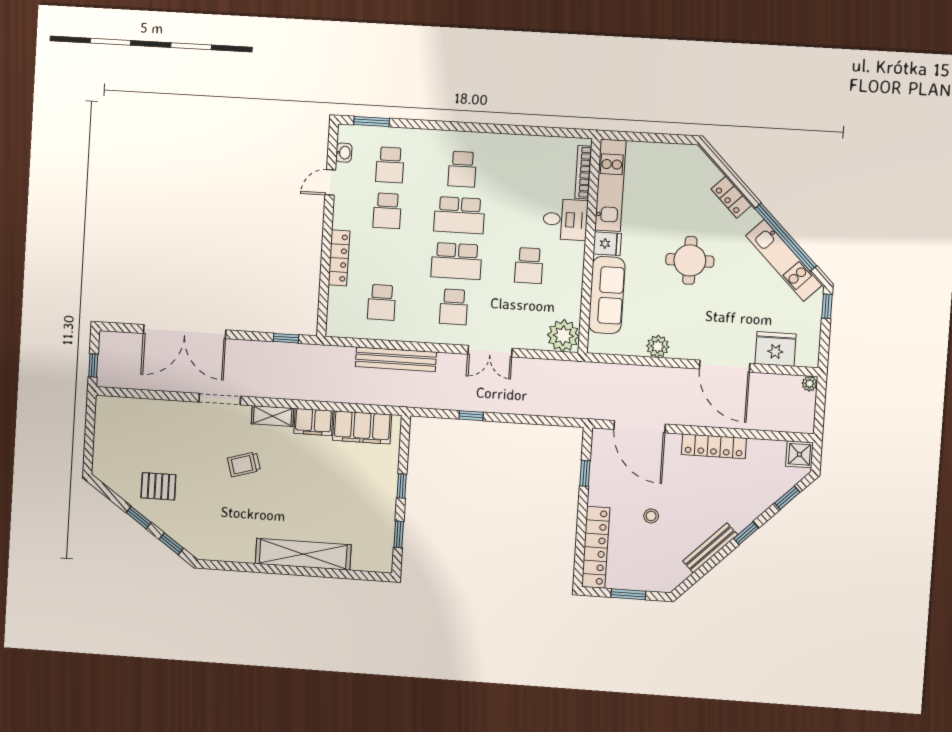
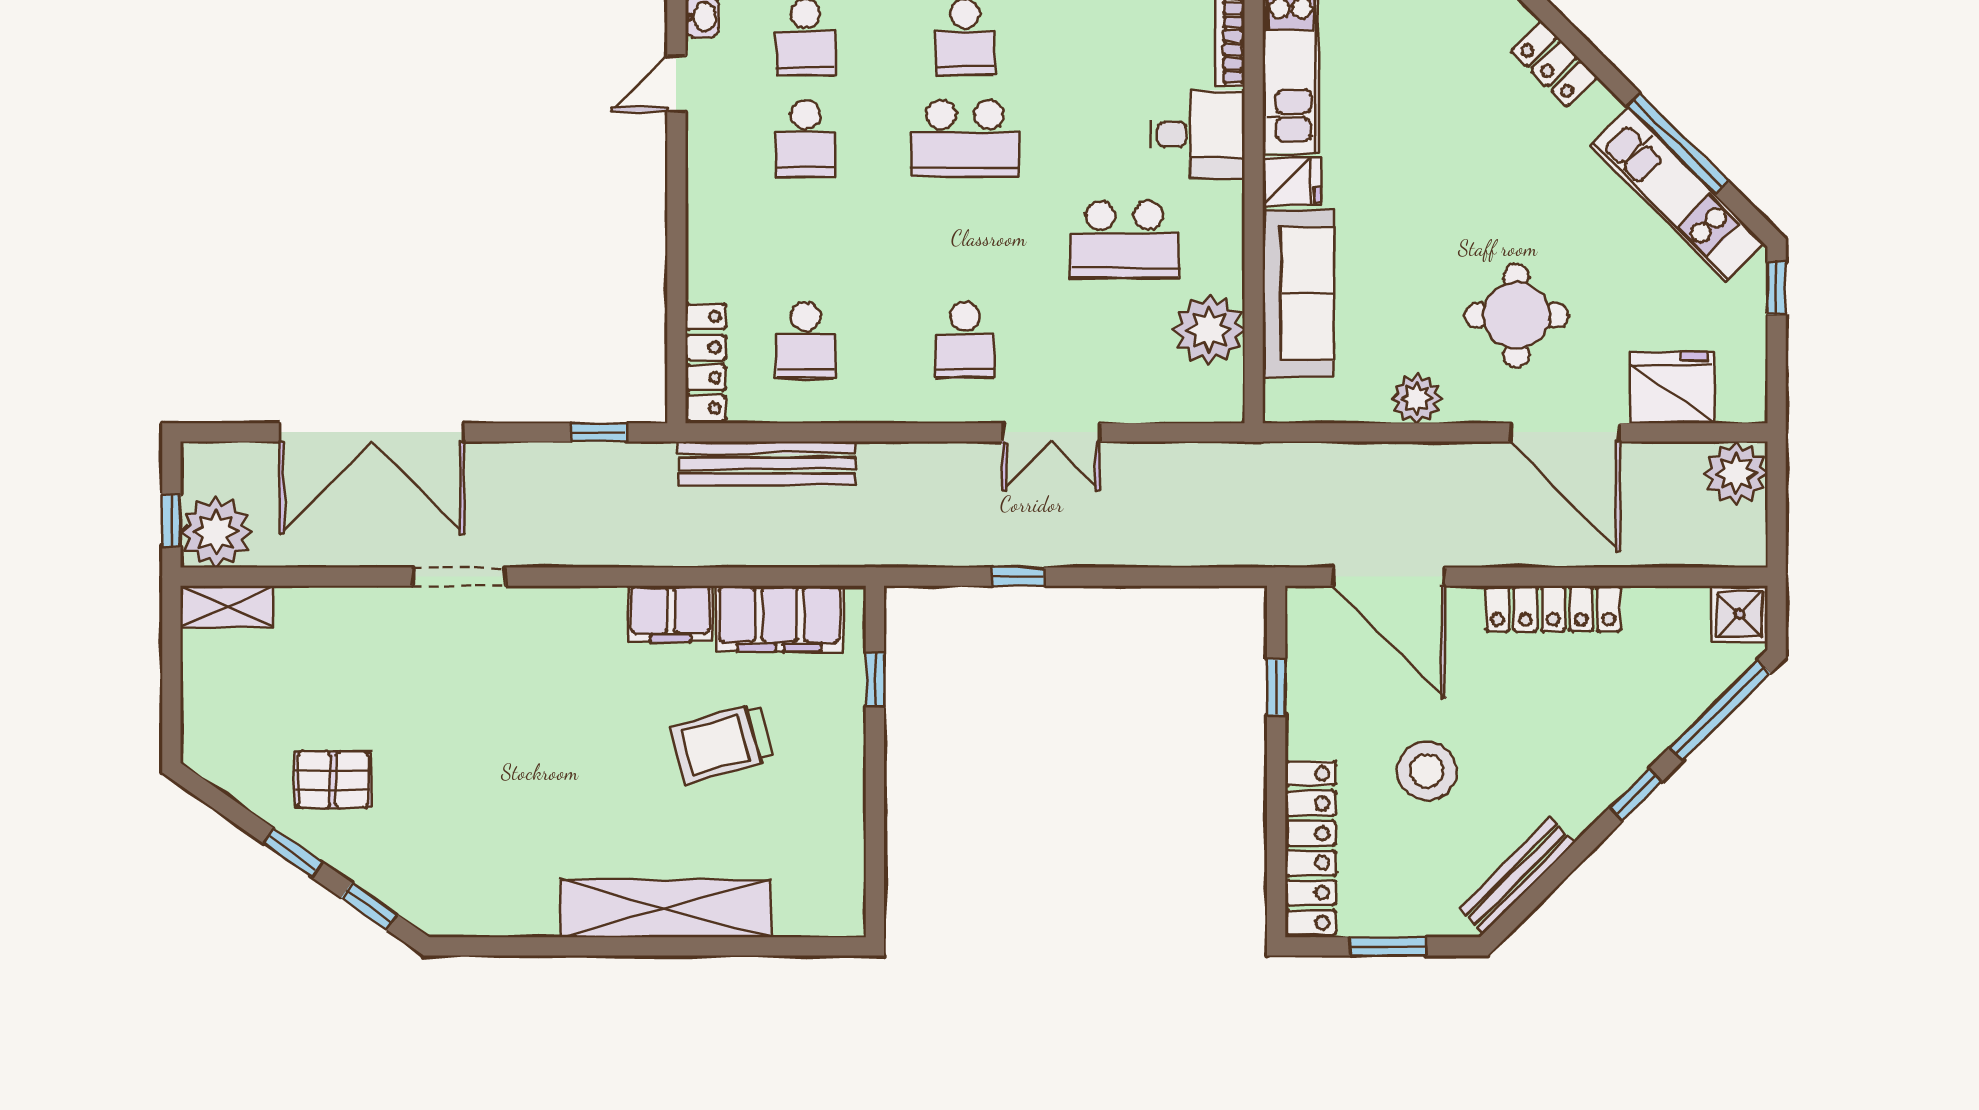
window: (786, 237) -> (1677, 144), width x0.68
locker: (339, 258) -> (706, 362), moved
round table: (690, 260) -> (1516, 315), moved
school desk: (457, 261) -> (965, 239), removed
school desk: (529, 265) -> (1124, 239), width x1.85
plant: (563, 336) -> (1209, 330), moved
bench: (396, 359) -> (767, 463), moved
plant: (113, 372) -> (216, 532), added
plant: (810, 384) -> (1736, 473), width x1.88, depth x1.88
shelving: (273, 416) -> (226, 606), moved
trolley: (244, 464) -> (722, 744), moved, width x1.36, depth x1.39
window: (402, 486) -> (875, 680), moved
window: (787, 498) -> (1720, 710), width x2.17
stool: (651, 516) -> (1427, 771), width x1.89, depth x1.89
window: (399, 534) -> (875, 850), removed
bench: (710, 548) -> (1517, 876), moved

